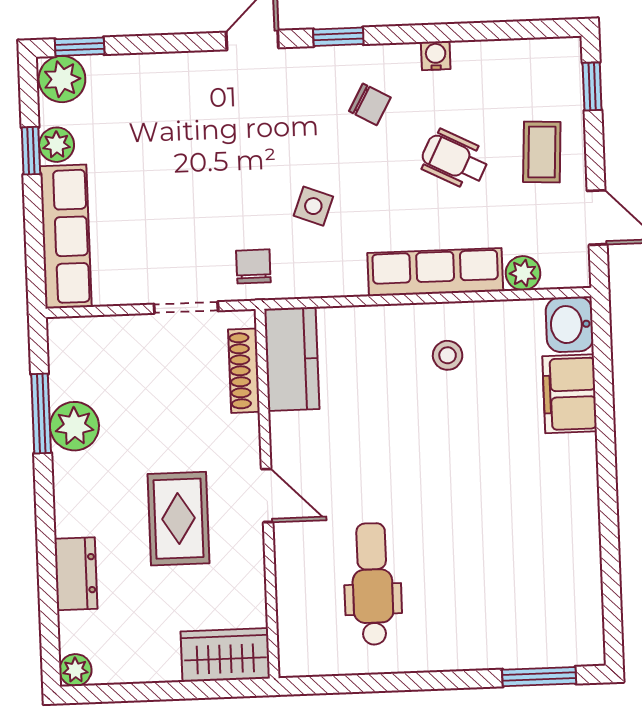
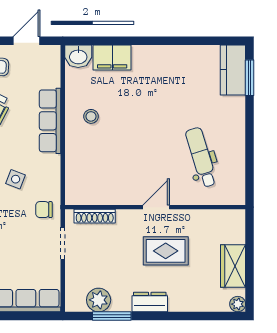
plant: (523, 273) -> (52, 78), removed
kitchen counter: (292, 359) -> (233, 70), moved, turned -90
plant: (74, 426) -> (99, 300), moved
dresser: (76, 574) -> (150, 302), moved
dental chair: (373, 584) -> (201, 157), turned 73
wardrobe: (225, 655) -> (233, 266), moved

